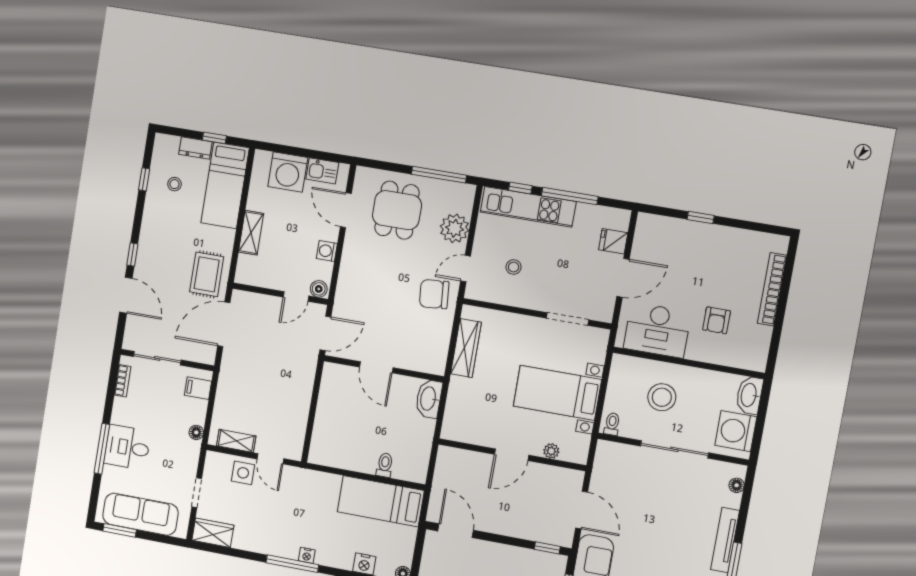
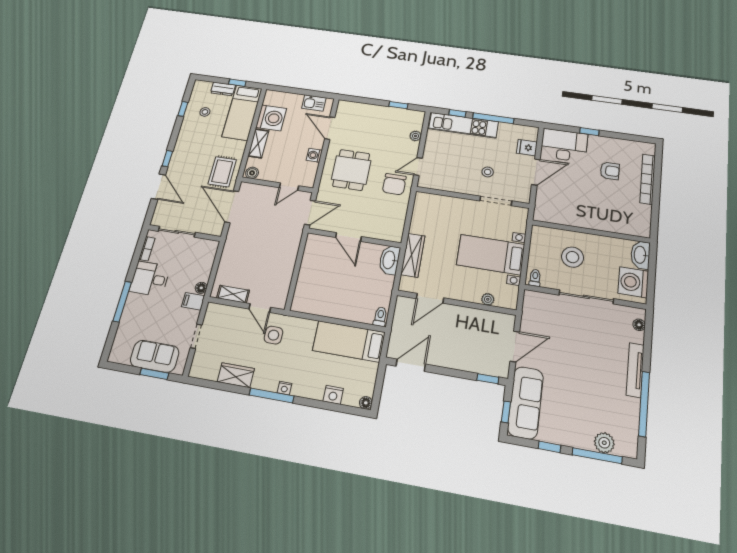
washing machine: (288, 172) -> (271, 118), moved, turned -90
window: (439, 175) -> (398, 105), width x0.46
dining table: (397, 210) -> (351, 170), moved
plant: (455, 228) -> (415, 136), width x0.53, depth x0.53
stool: (514, 267) -> (488, 172), moved
boiler: (319, 289) -> (252, 173), moved
chair: (434, 294) -> (394, 184), turned -85
armchair: (716, 320) -> (610, 171), moved, turned -90
door: (224, 324) -> (232, 207), hinge flipped
desk: (657, 330) -> (564, 146), moved, turned 180
wardrobe: (466, 348) -> (413, 255), moved
filing cabinet: (198, 388) -> (193, 301), moved
desk: (127, 447) -> (150, 279), moved
door: (512, 455) -> (430, 298), moved
toilet: (385, 465) -> (380, 317), moved
side table: (243, 473) -> (273, 335), moved
door: (582, 510) -> (515, 347), hinge flipped
sofa: (140, 514) -> (155, 356), width x0.73
window: (120, 530) -> (154, 374), moved
door: (456, 531) -> (411, 365), hinge flipped
wardrobe: (213, 533) -> (236, 375), moved

